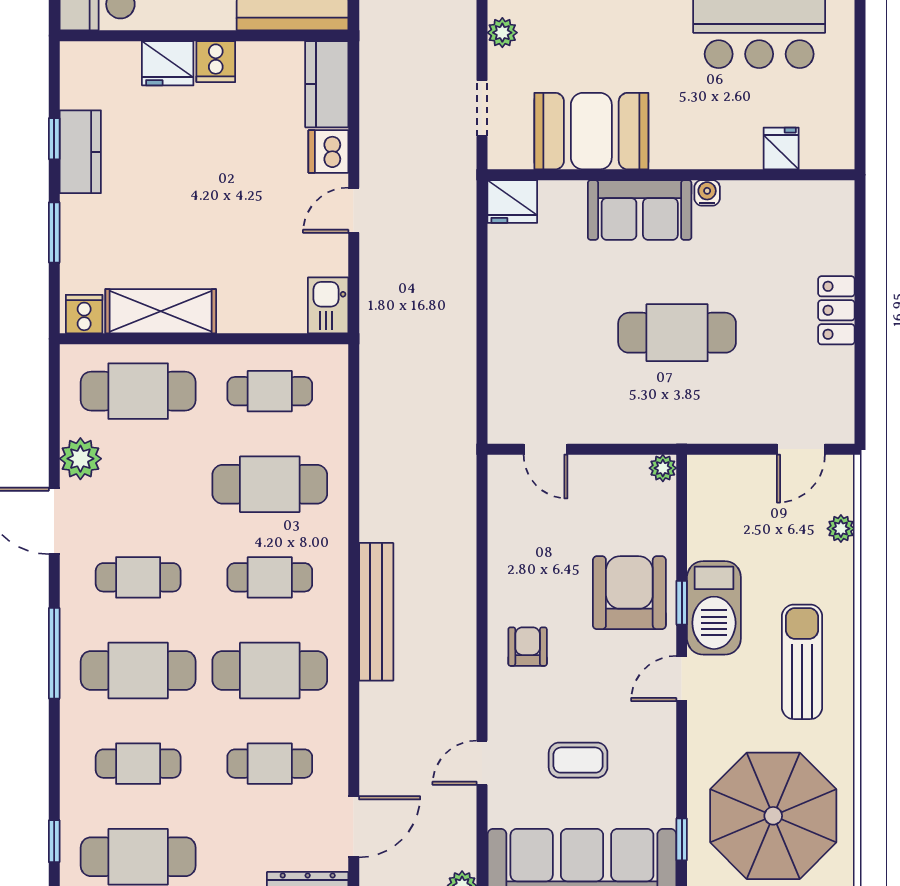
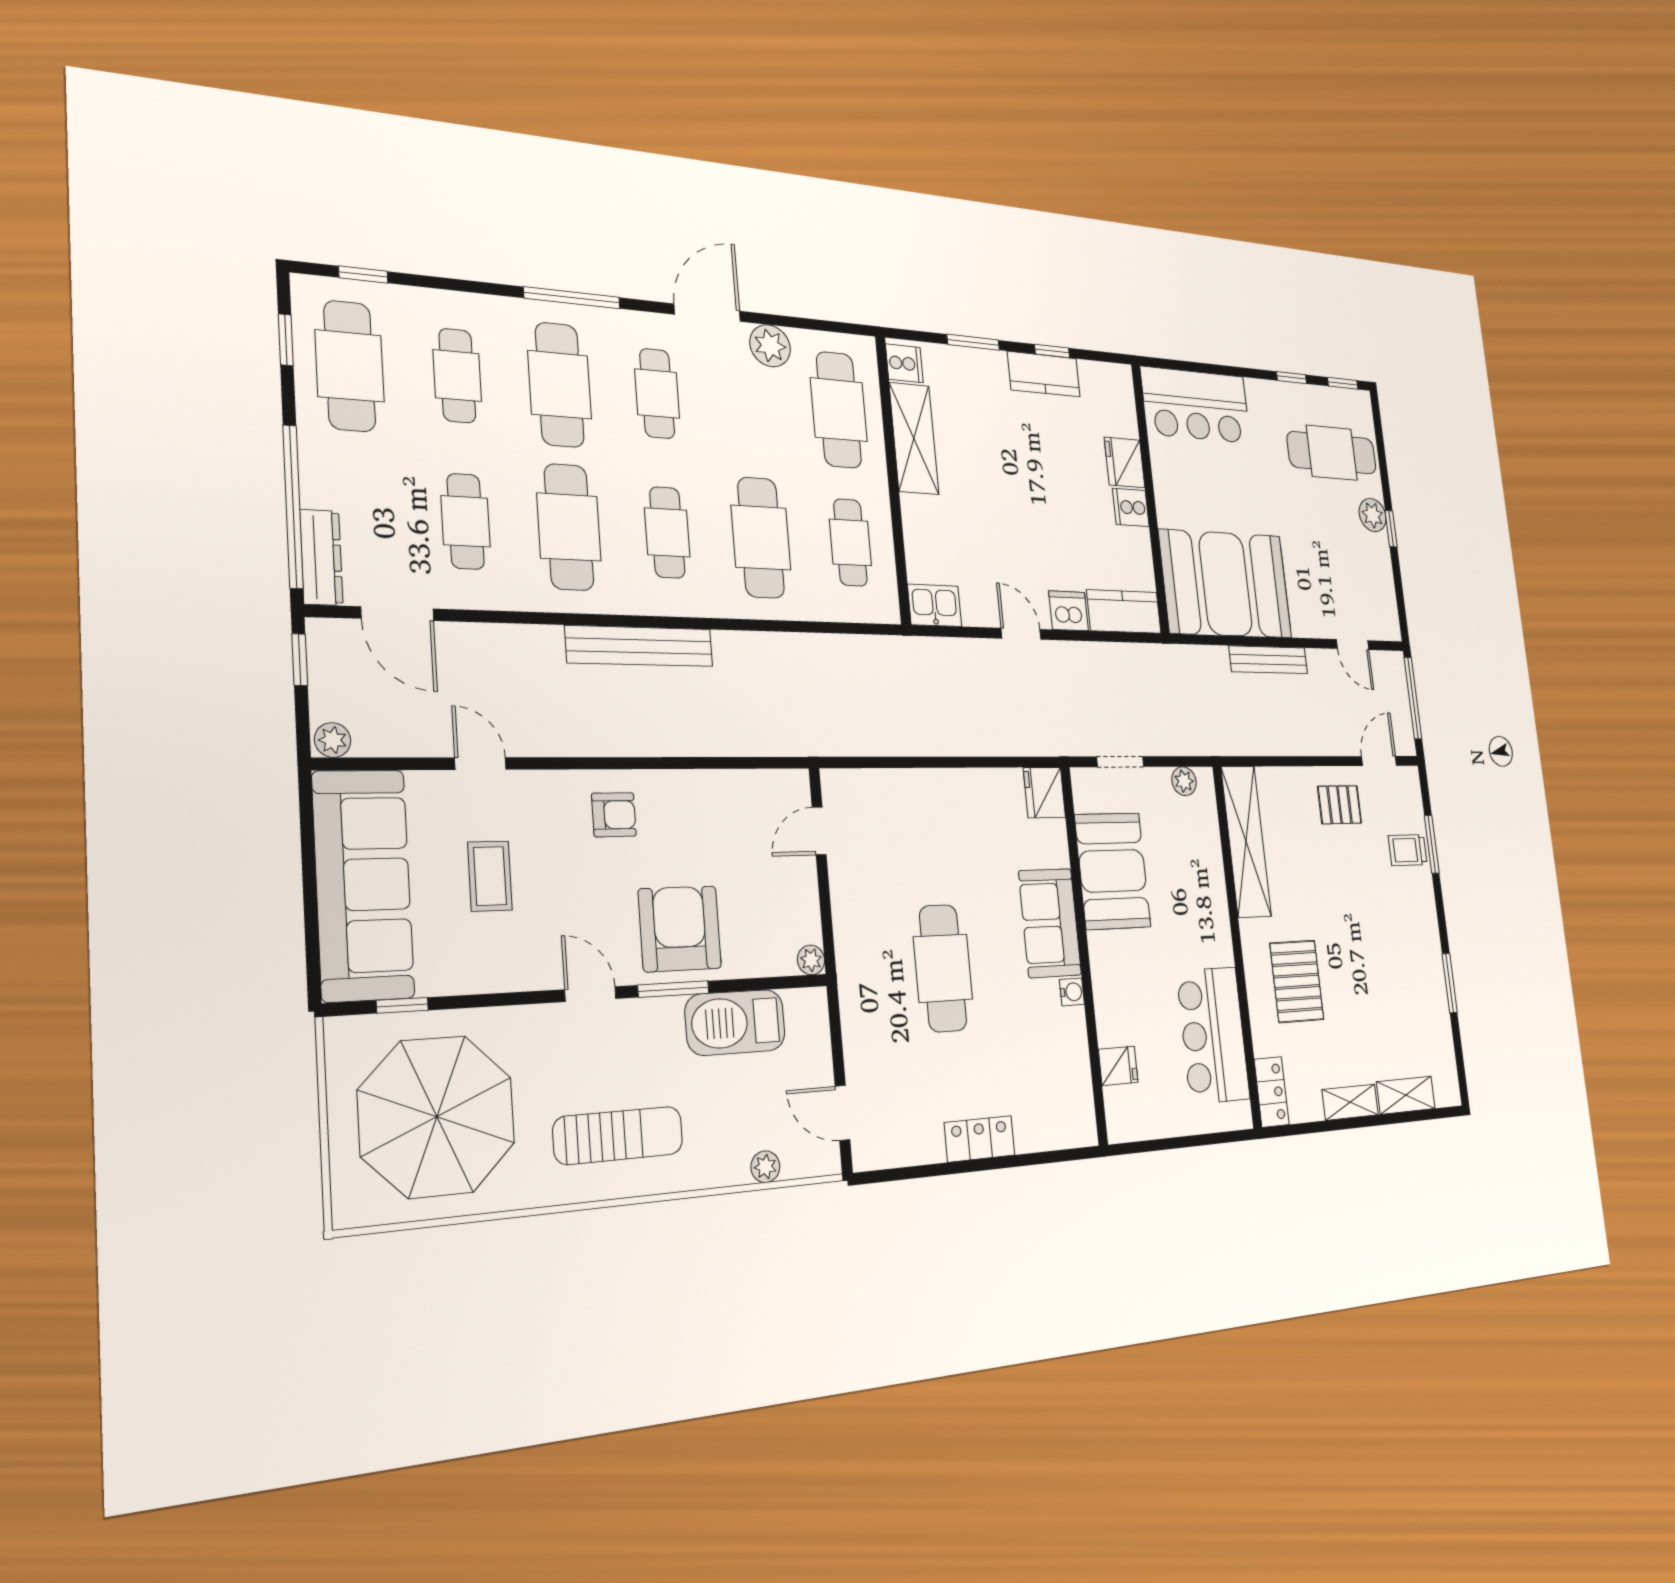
armchair: (629, 593) -> (680, 929), turned -90
window: (682, 603) -> (673, 989), width x1.50
barbecue: (714, 608) -> (735, 1022), moved

